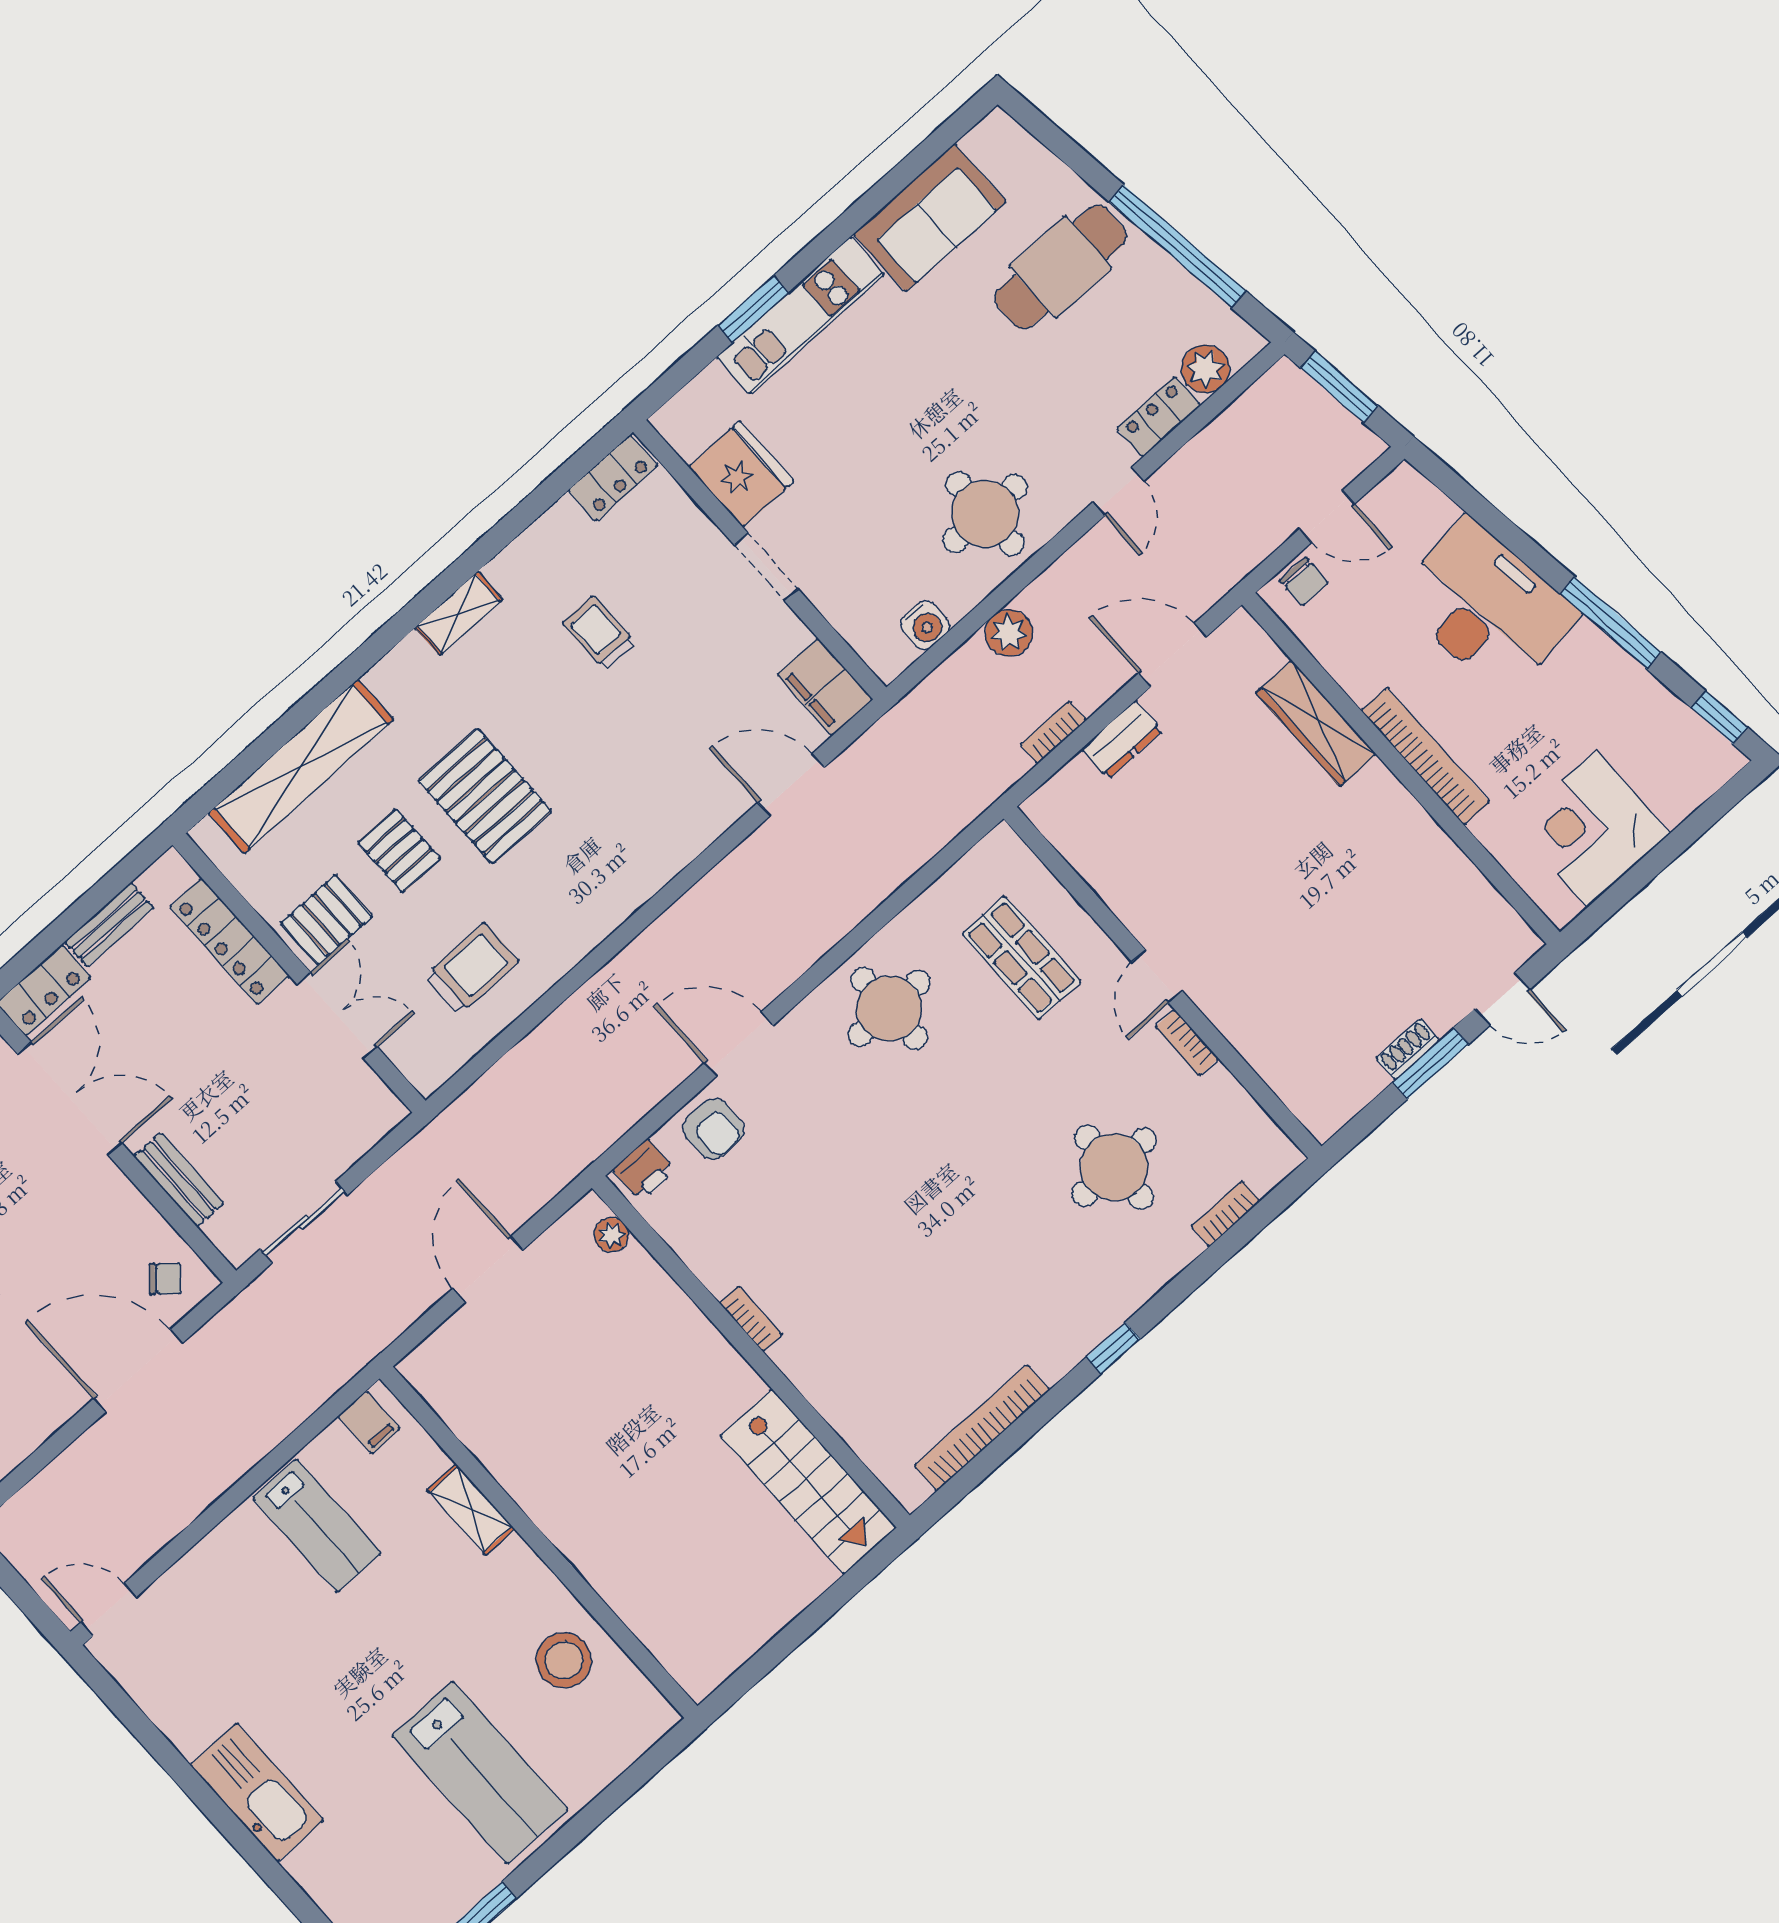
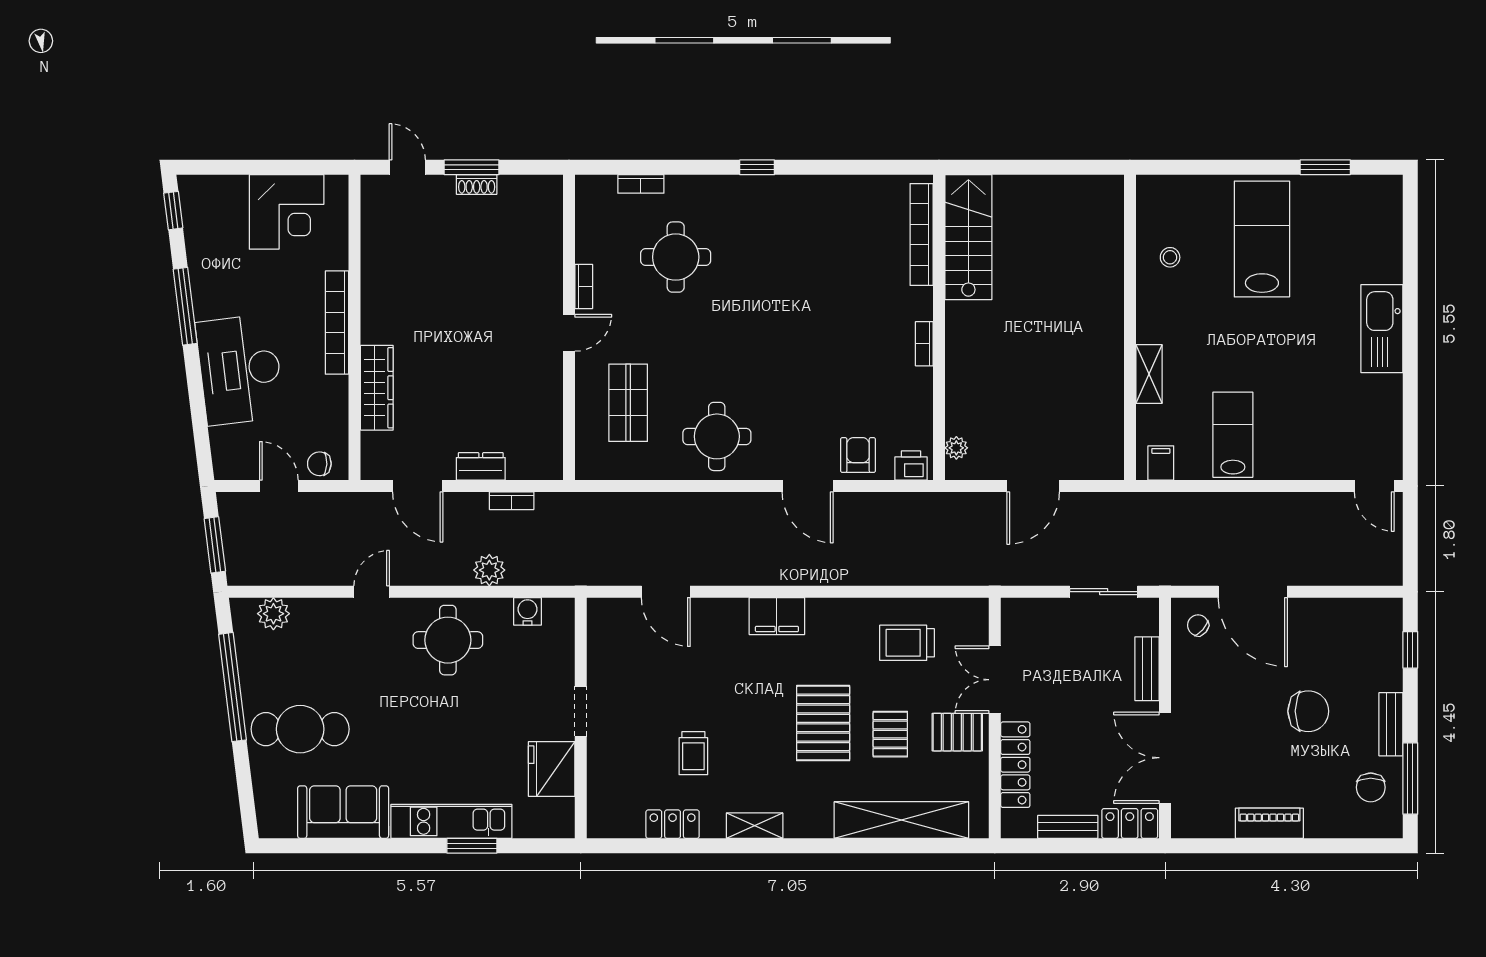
locker: (1159, 417) -> (318, 611), removed
locker: (613, 478) -> (673, 824), moved
chair: (1304, 581) -> (319, 464), turned -88
filing cabinet: (825, 687) -> (777, 616), moved, turned 90
bookcase: (982, 1428) -> (922, 234), moved, turned 90
stool: (564, 1660) -> (1170, 257), width x0.53, depth x0.53

